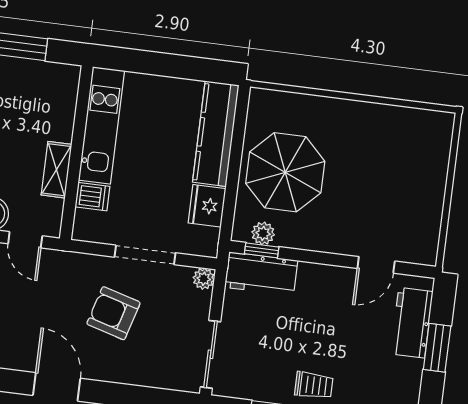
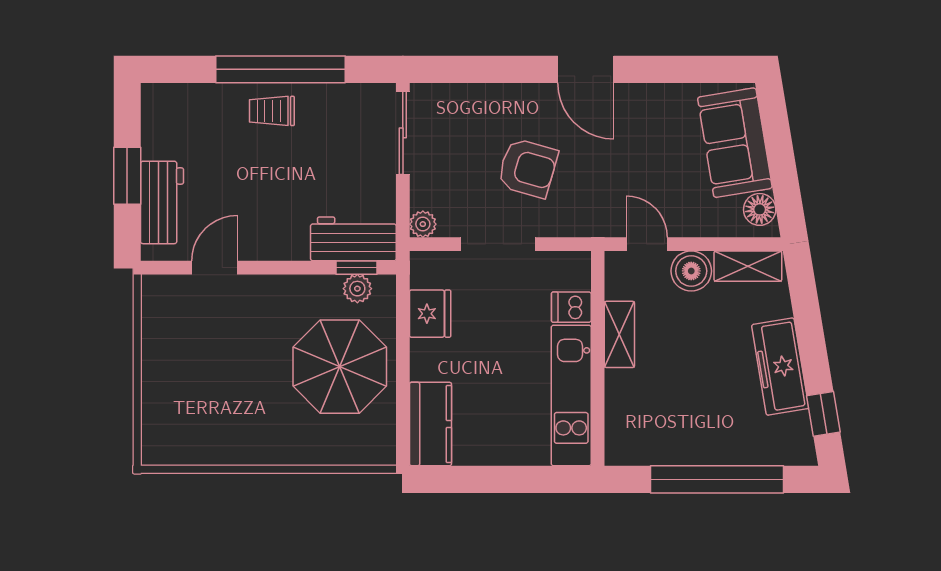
kitchen counter: (216, 134) -> (431, 424), width x0.67

